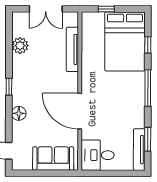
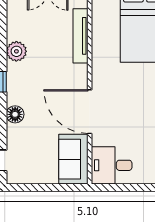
plant: (20, 46) -> (16, 51), moved
sofa: (53, 159) -> (73, 159), moved, turned -90

